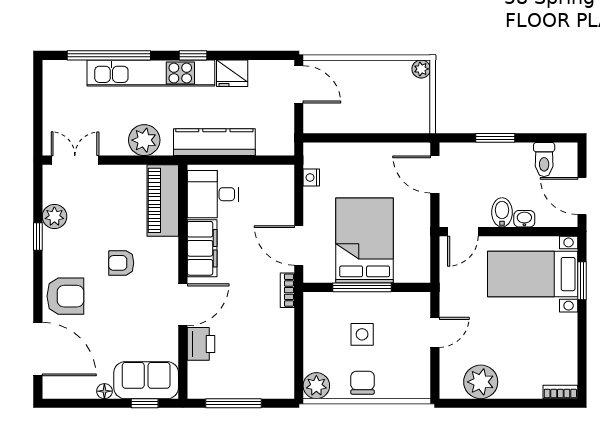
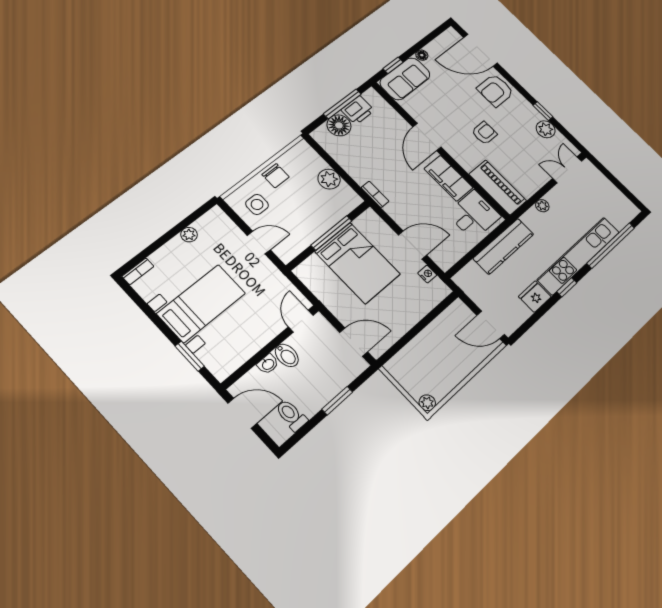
plant: (144, 140) -> (542, 206), width x0.53, depth x0.53
double door: (75, 160) -> (567, 170), swing flipped
door: (299, 245) -> (412, 245), moved
bed with nightstands: (533, 274) -> (201, 303), moved
door: (435, 332) -> (259, 243), swing flipped
side table: (362, 334) -> (257, 204), moved
printer: (201, 344) -> (358, 110), moved, turned -90
plant: (481, 382) -> (189, 235), width x0.53, depth x0.53
floor lamp: (257, 384) -> (339, 125), added
plant: (316, 386) -> (329, 179), moved

